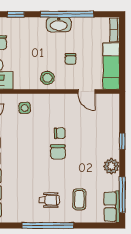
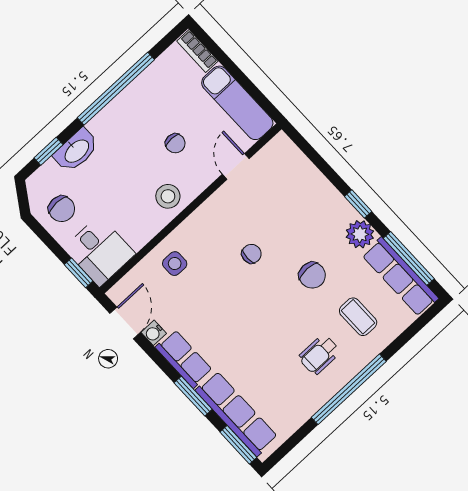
washbasin: (59, 24) -> (76, 151), moved
door: (86, 91) -> (236, 166), swing flipped
window: (122, 141) -> (358, 204), moved
chair: (58, 152) -> (312, 275), moved
wheelchair: (49, 200) -> (319, 355), turned 180
row of seats: (112, 207) -> (400, 277), width x1.48

